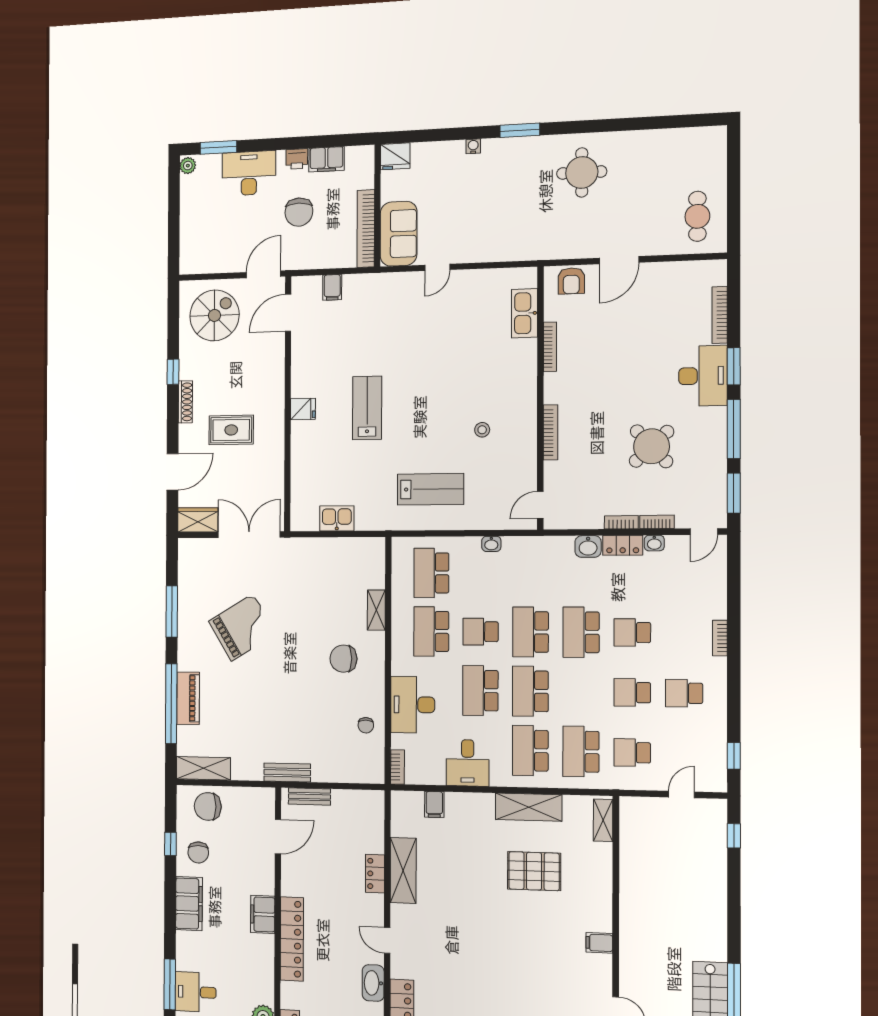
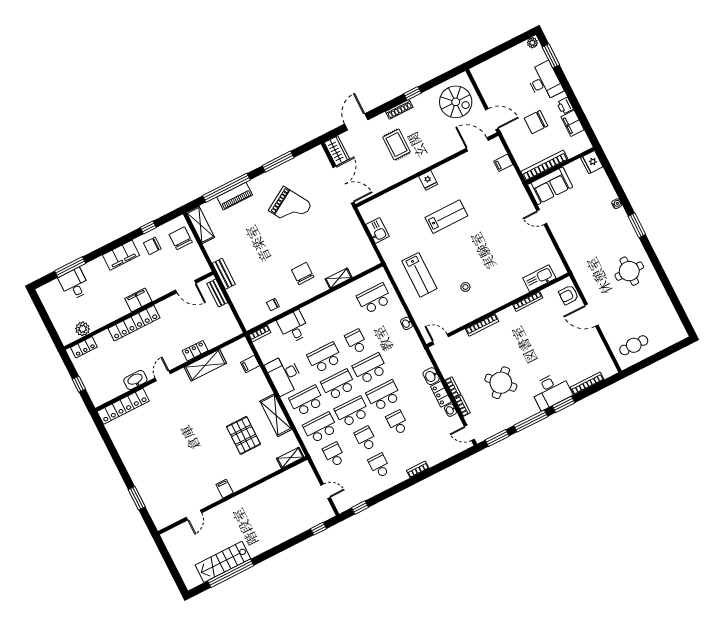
door: (172, 472) -> (356, 122), swing flipped
school desk: (431, 631) -> (352, 412), moved
desk: (413, 705) -> (294, 327), width x0.73
desk: (468, 763) -> (284, 375), width x1.37

